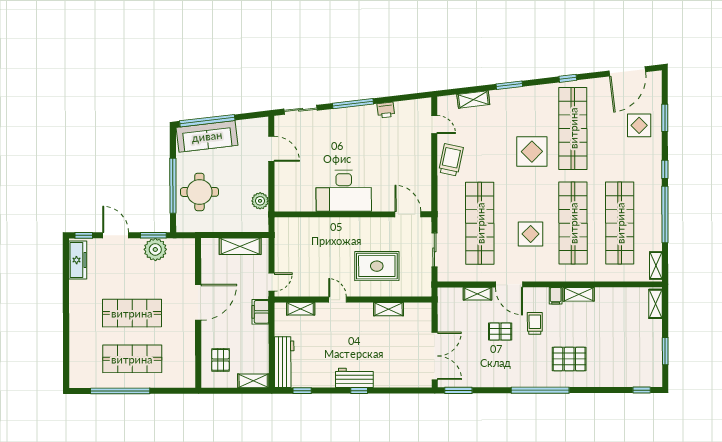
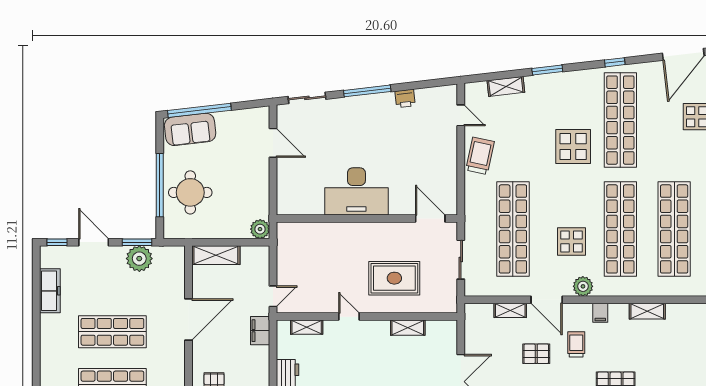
sofa: (207, 136) -> (190, 129), width x0.73
plant: (260, 201) -> (260, 229), moved
shelving: (240, 246) -> (216, 255), moved
freezer: (78, 260) -> (50, 291), moved
plant: (541, 273) -> (583, 286), added
shelving: (579, 294) -> (647, 311), moved

